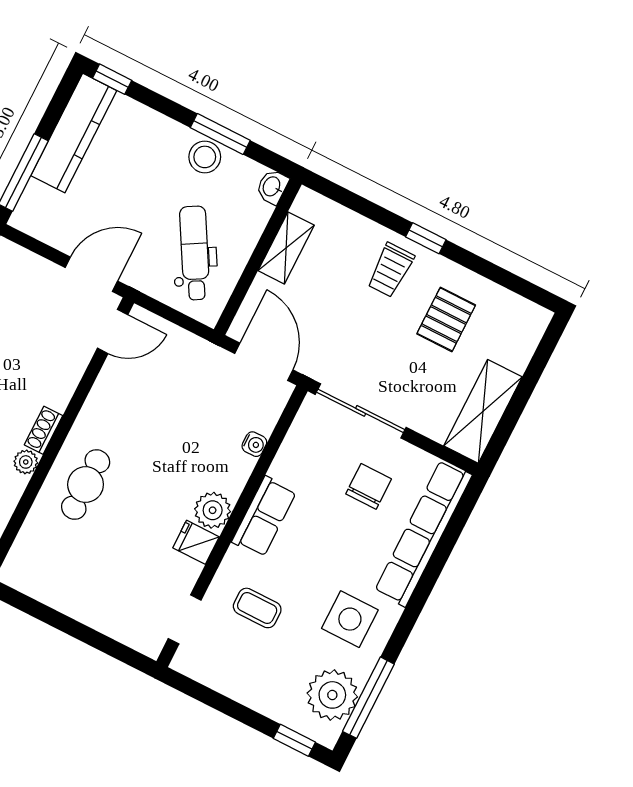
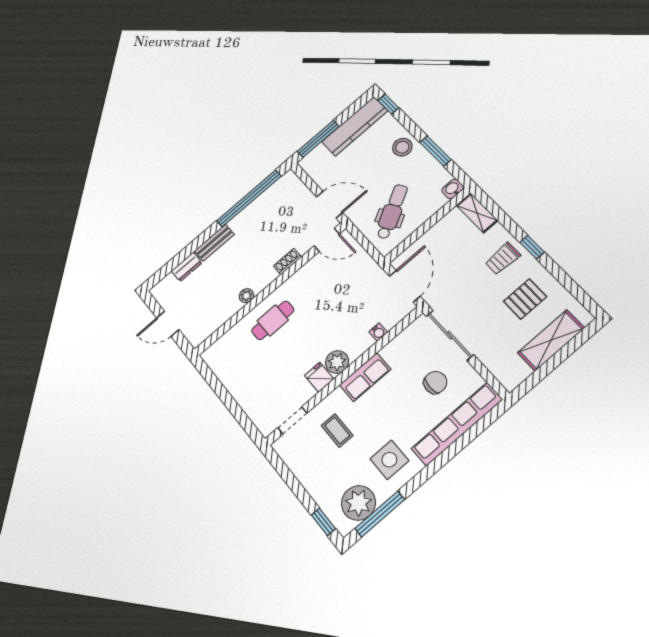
stool: (205, 157) -> (402, 147), moved
shelving: (286, 248) -> (477, 213), moved, turned 90
shelving: (483, 411) -> (551, 340), moved
shoe rack: (44, 430) -> (287, 261), moved

